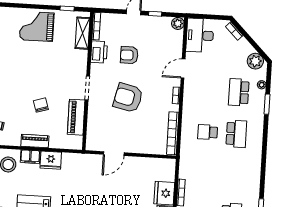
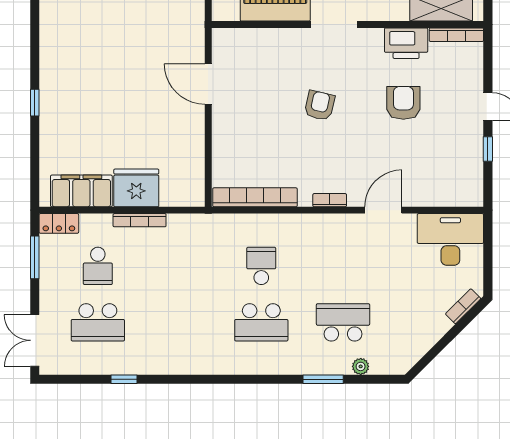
plant: (178, 23) -> (471, 195), removed
plant: (255, 61) -> (406, 351), removed
door: (183, 68) -> (383, 210), hinge flipped
armchair: (128, 98) -> (320, 106), width x0.53, depth x0.53

